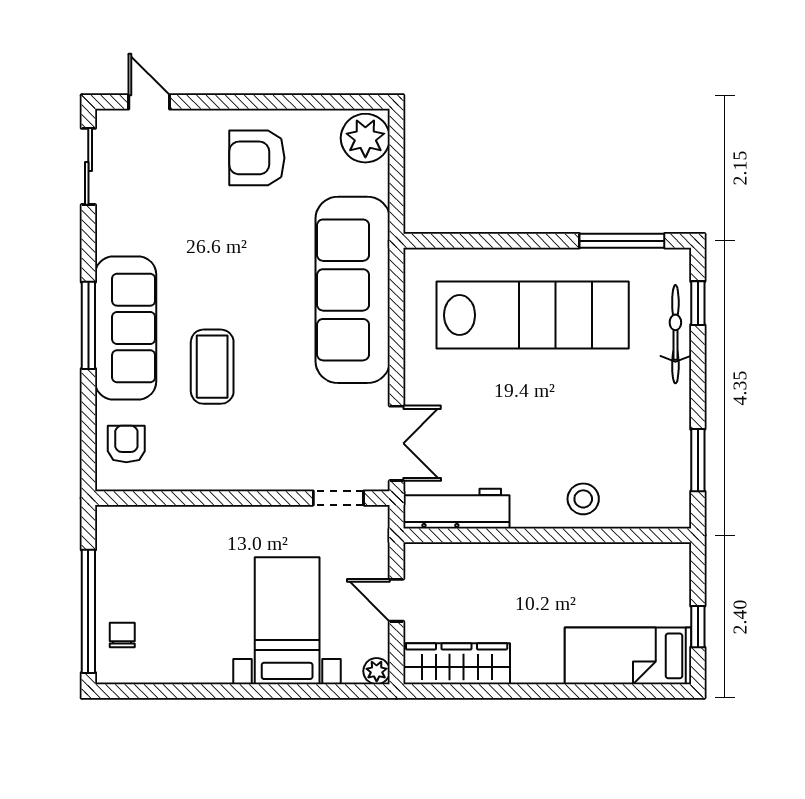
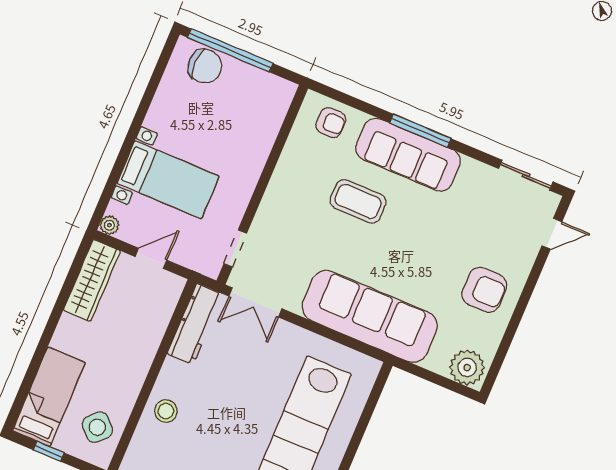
armchair: (257, 158) -> (484, 290), turned 90
side table: (641, 578) -> (97, 427), added
chair: (122, 635) -> (205, 66), width x1.87, depth x1.87

